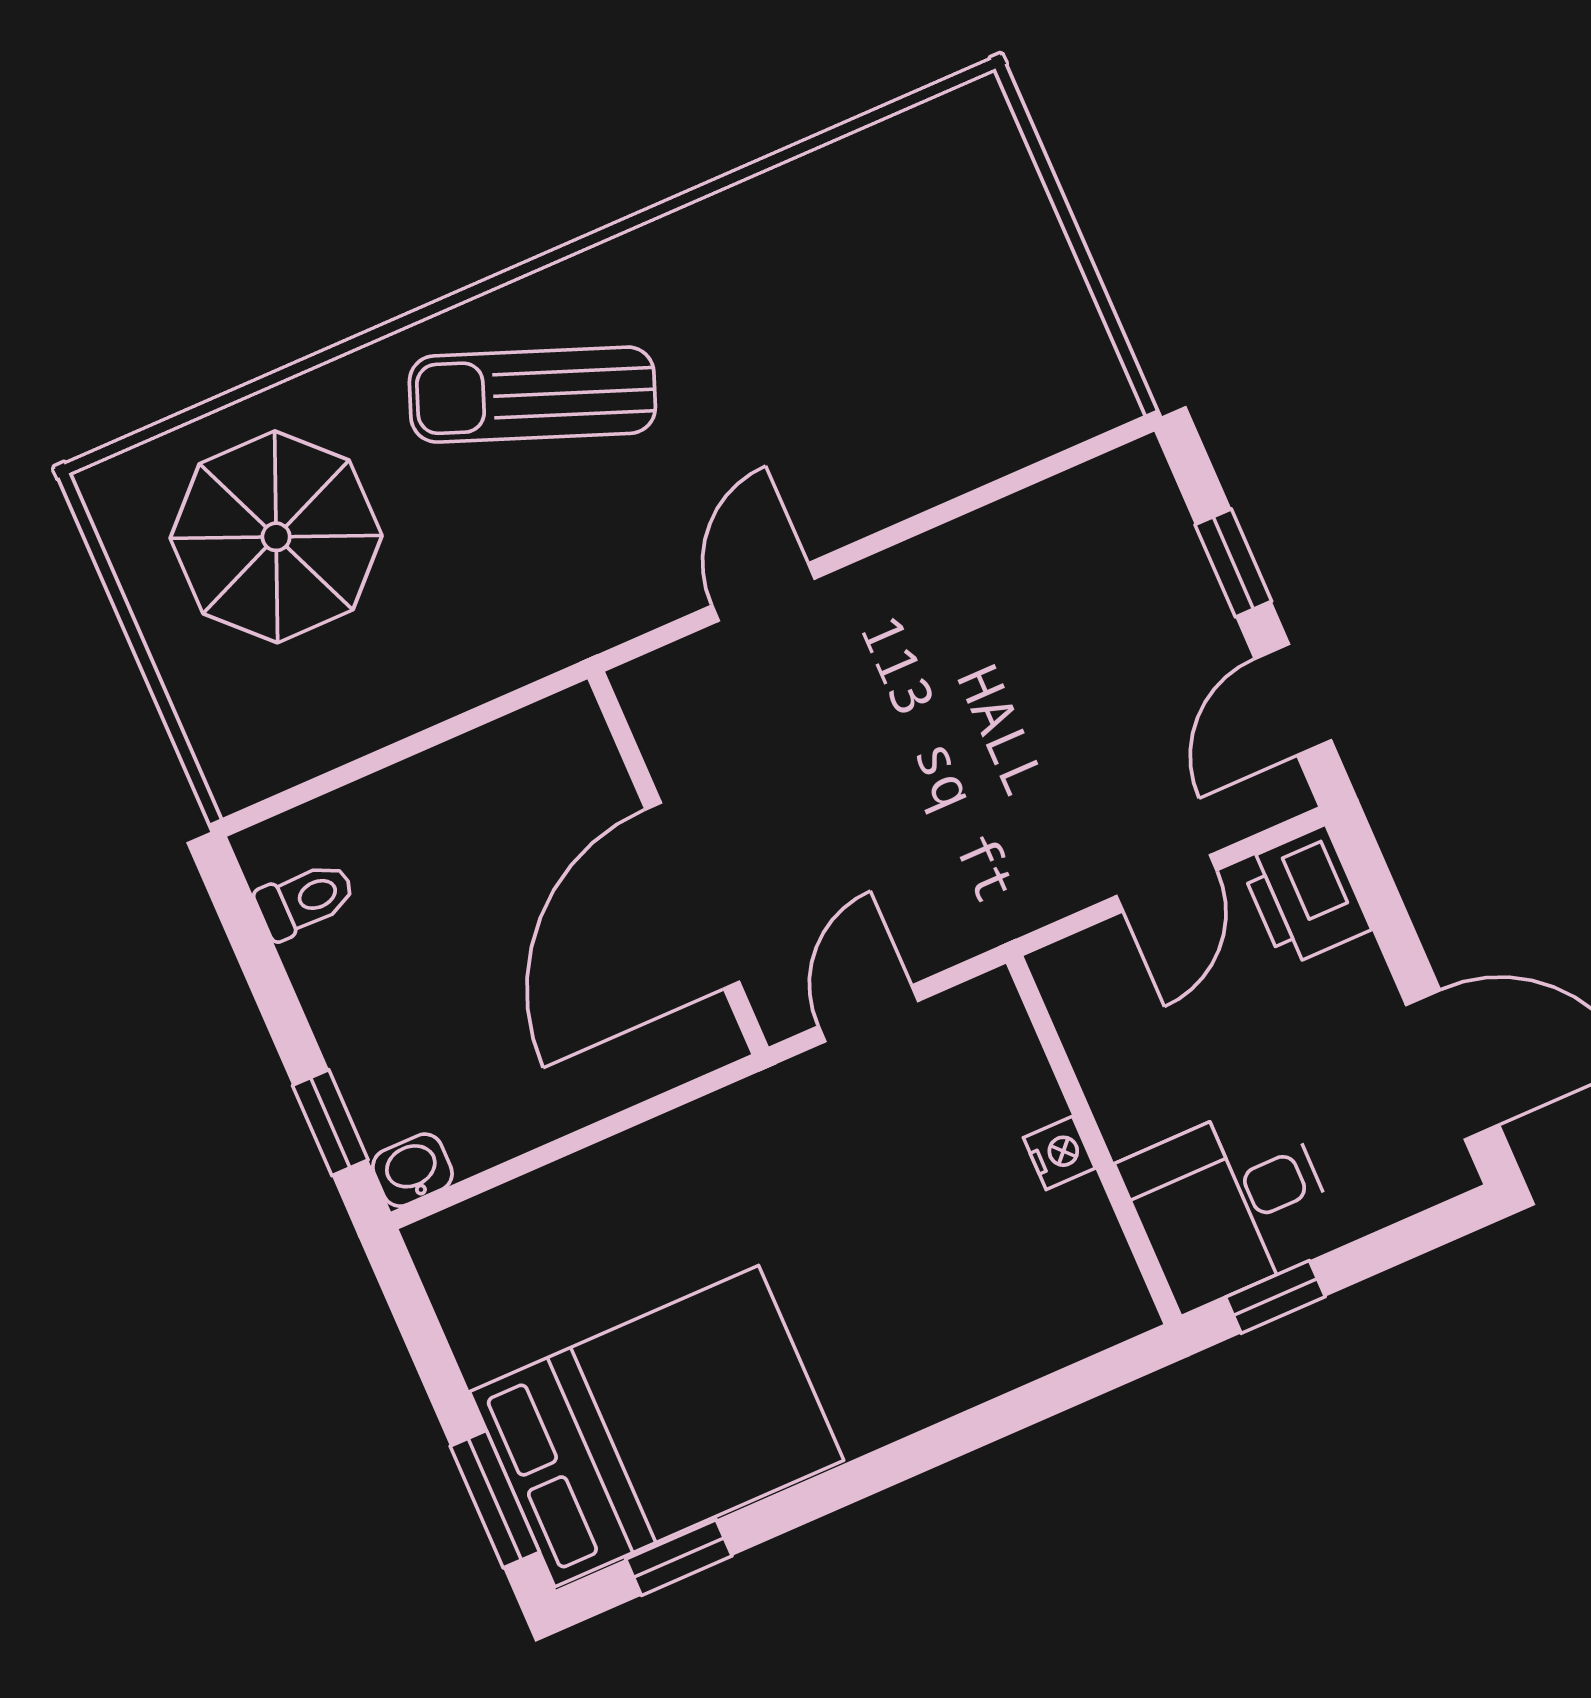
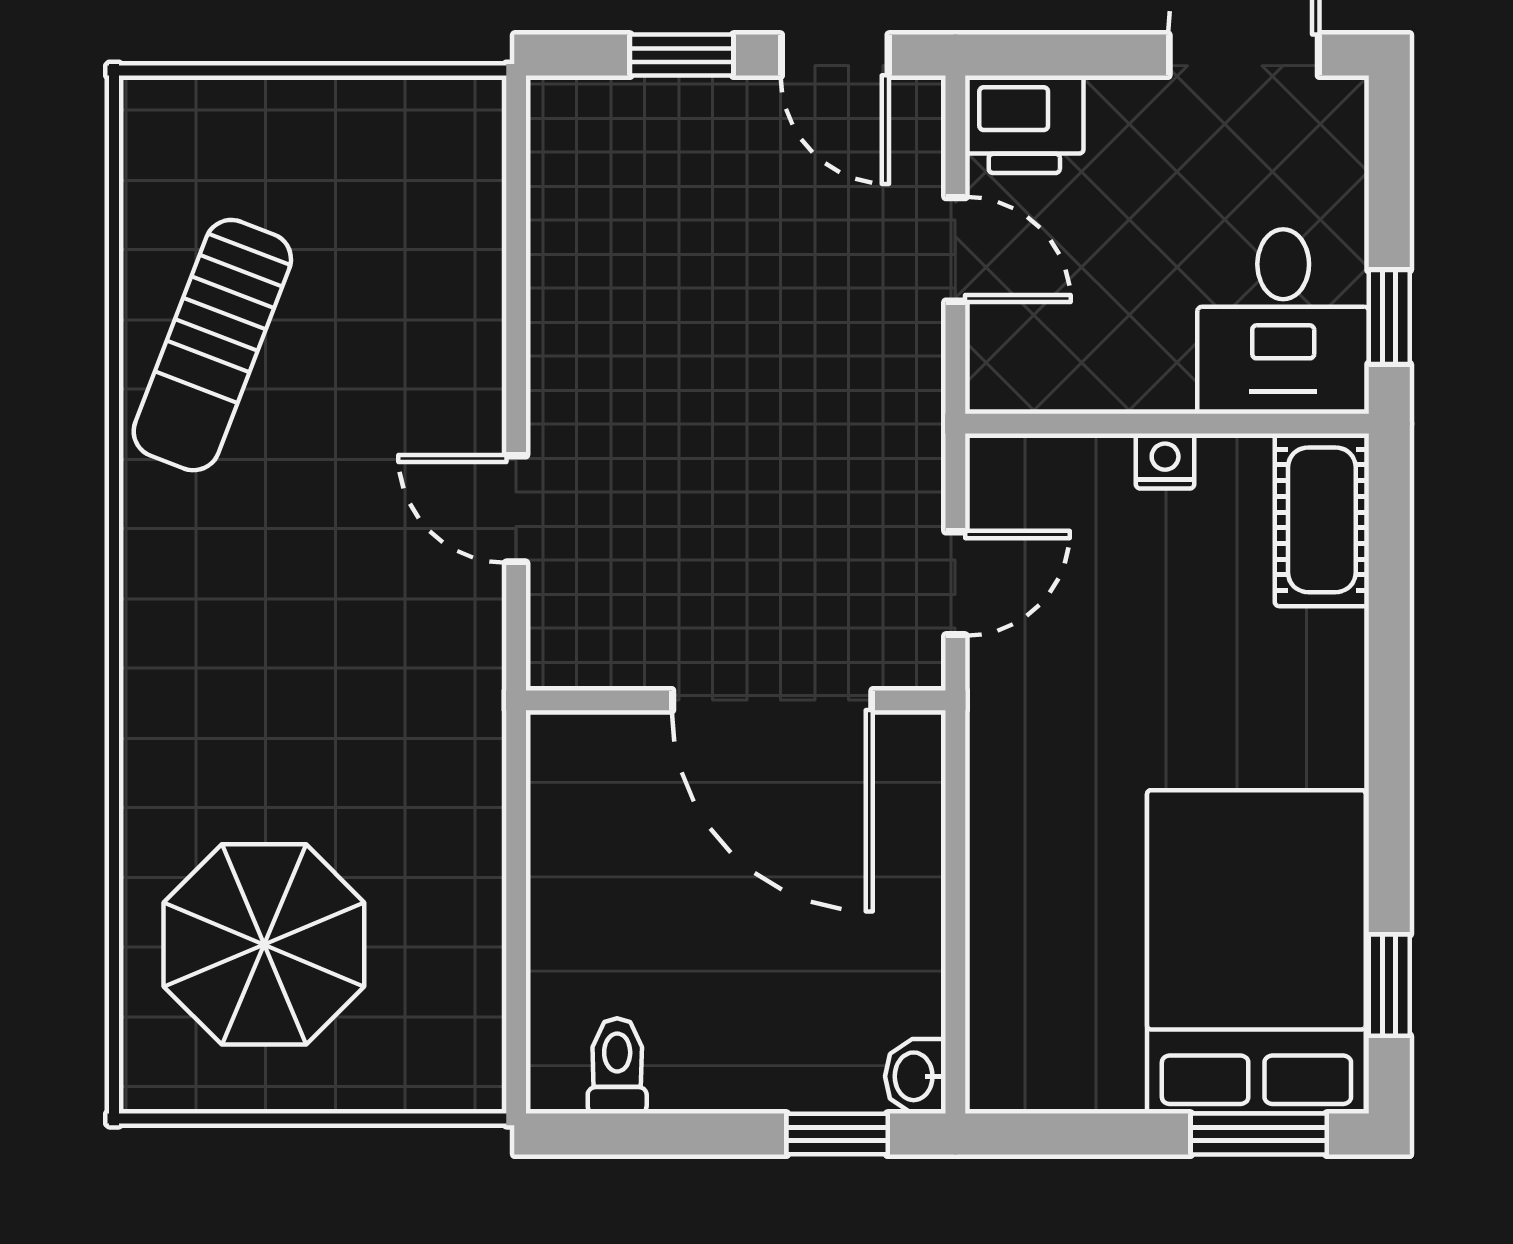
sun lounger: (532, 395) -> (212, 345), moved
door: (868, 1013) -> (955, 583), swing flipped
cot: (1068, 1316) -> (1322, 520), added

